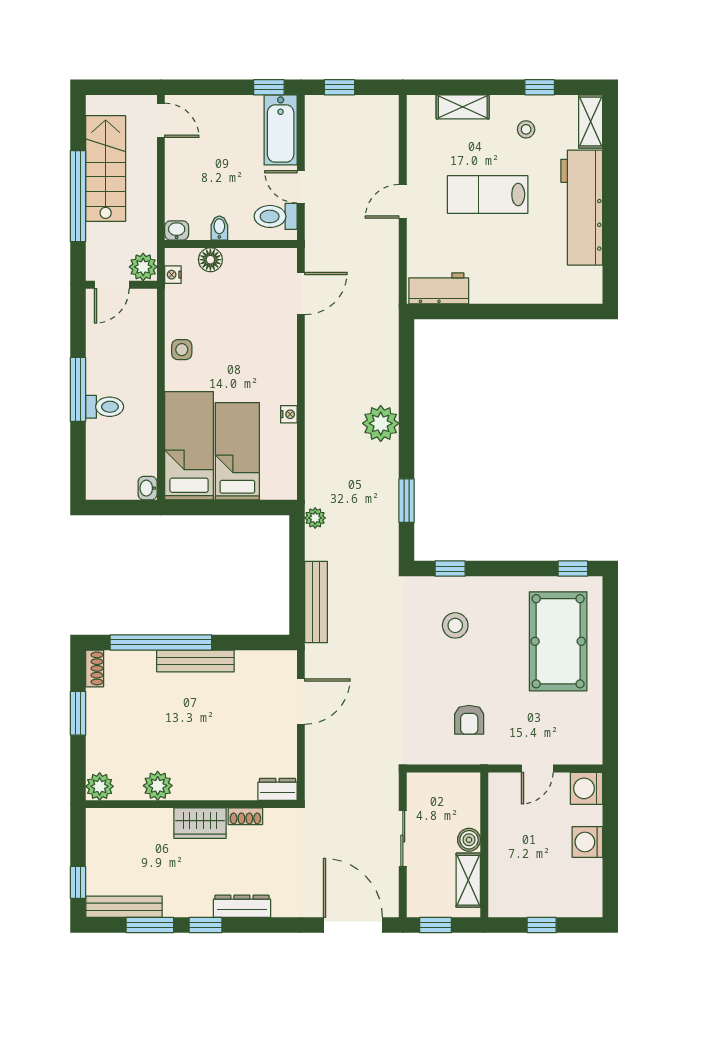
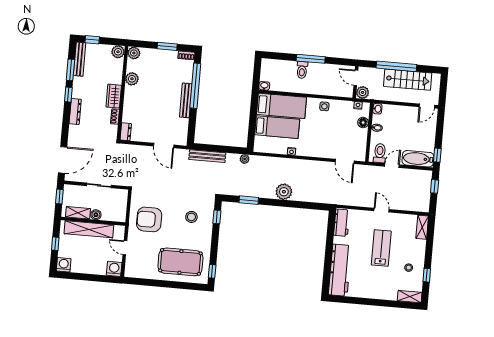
shelving: (463, 107) -> (422, 227), moved
workbench: (582, 208) -> (340, 270), moved, turned 90
armchair: (469, 720) -> (149, 219), width x1.88, depth x1.88
plant: (100, 822) -> (118, 52), added
washing machine: (587, 842) -> (64, 265), moved
shelving: (503, 853) -> (89, 229), added

